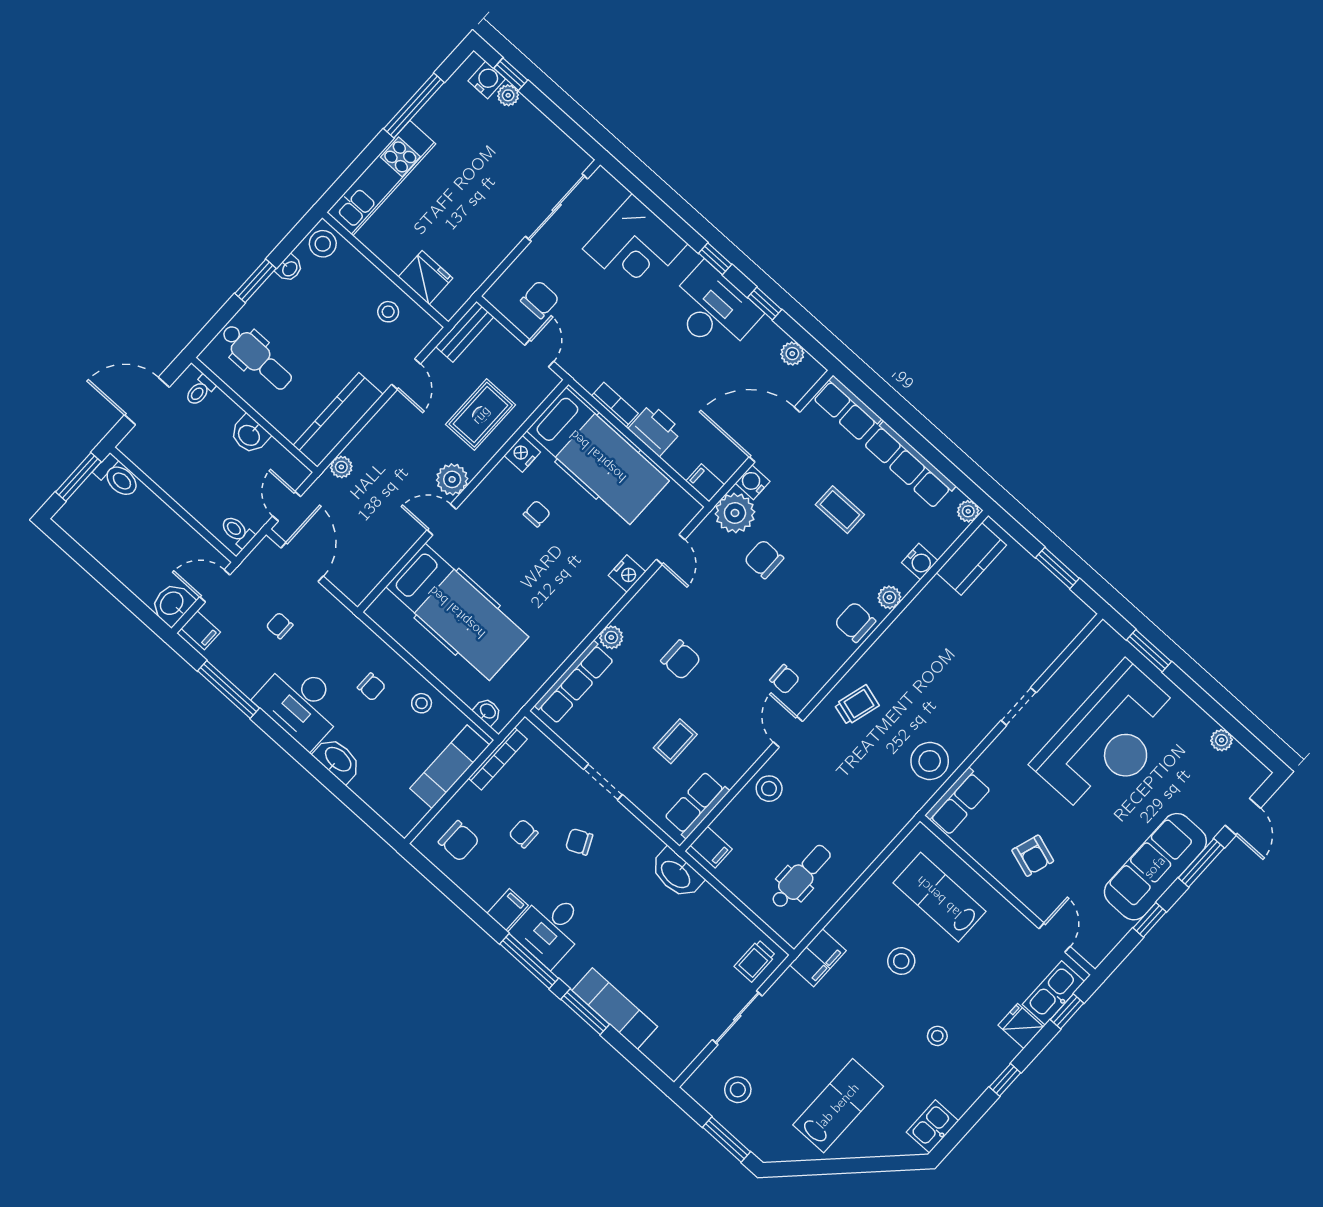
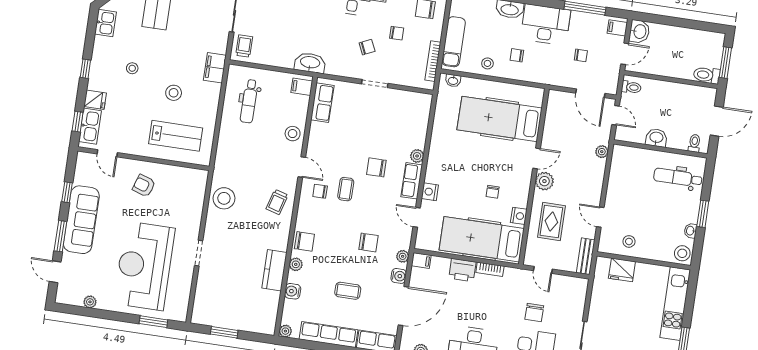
chair: (540, 300) -> (534, 313), moved
kitchen counter: (338, 420) -> (618, 173), removed
plant: (735, 513) -> (403, 256), width x0.53, depth x0.53
kitchen counter: (971, 559) -> (274, 270), moved
row of seats: (574, 682) -> (412, 181), moved, width x0.68
coffee table: (675, 741) -> (346, 189), moved
row of seats: (958, 802) -> (197, 188), removed

